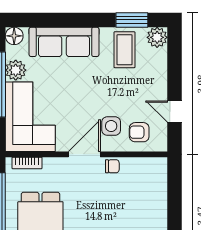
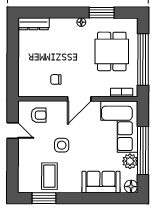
plant: (157, 37) -> (25, 185), removed
sofa: (64, 42) -> (101, 182), width x0.73
side table: (111, 126) -> (62, 145), moved
chair: (112, 166) -> (56, 79), moved

